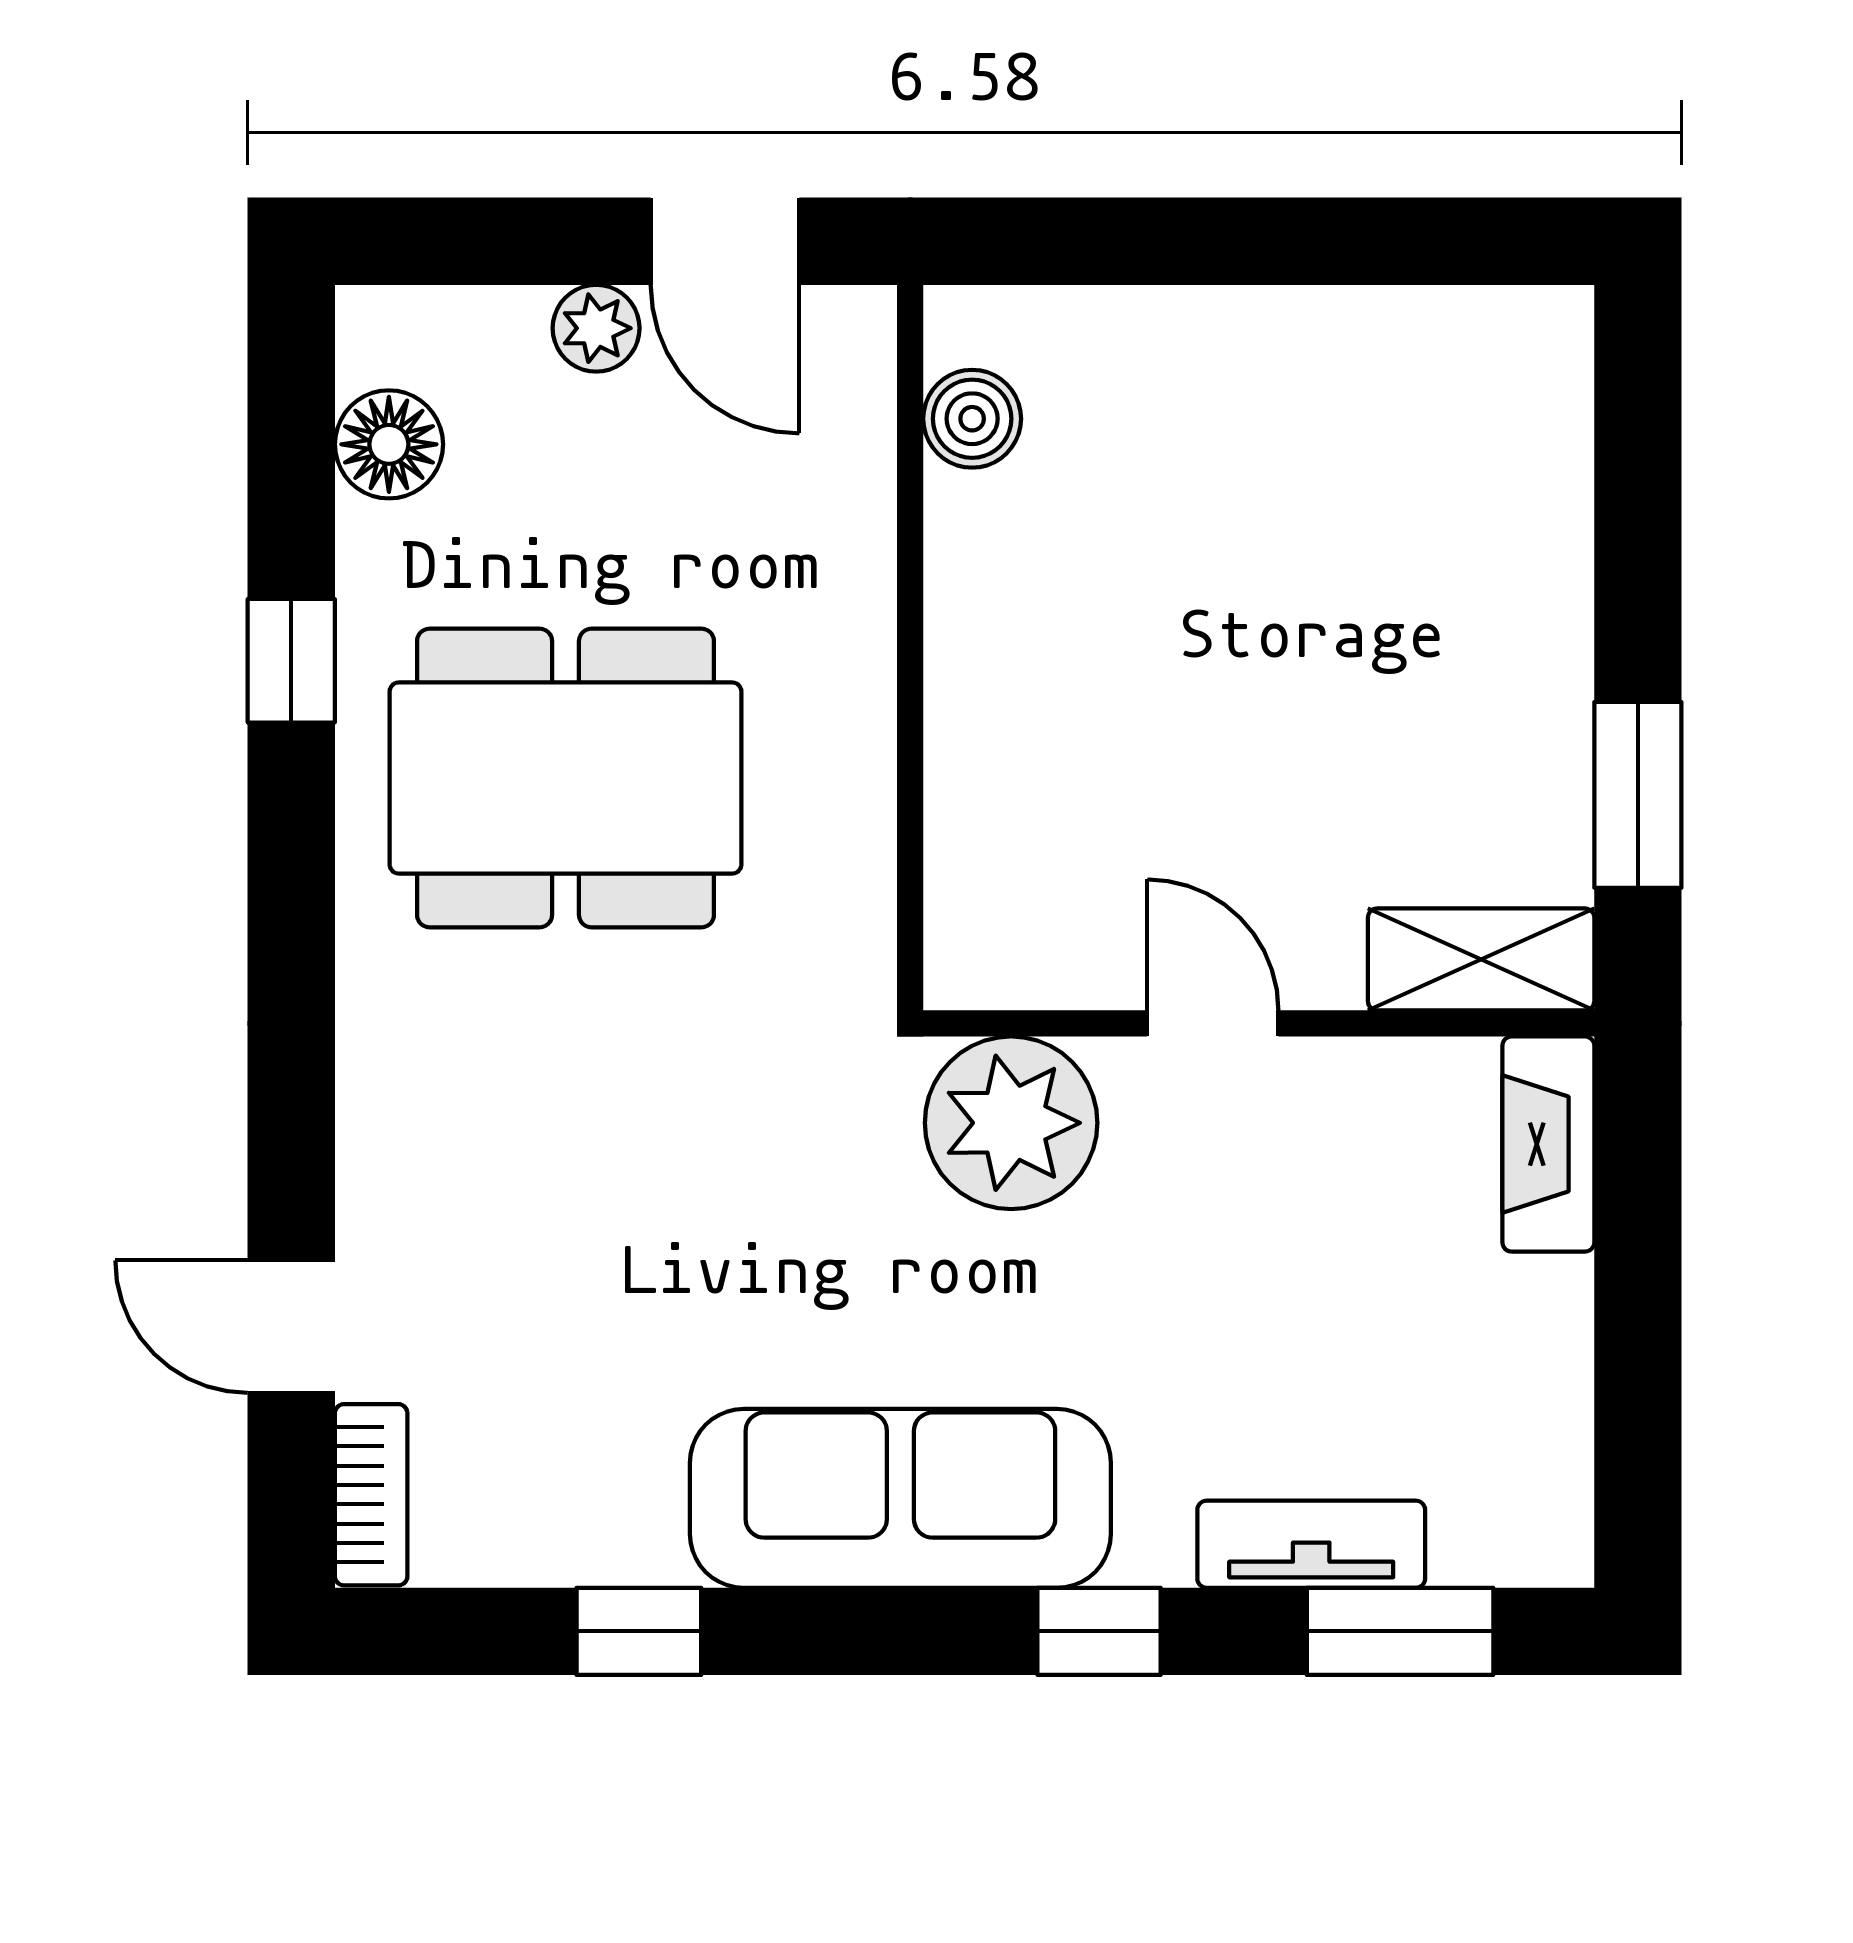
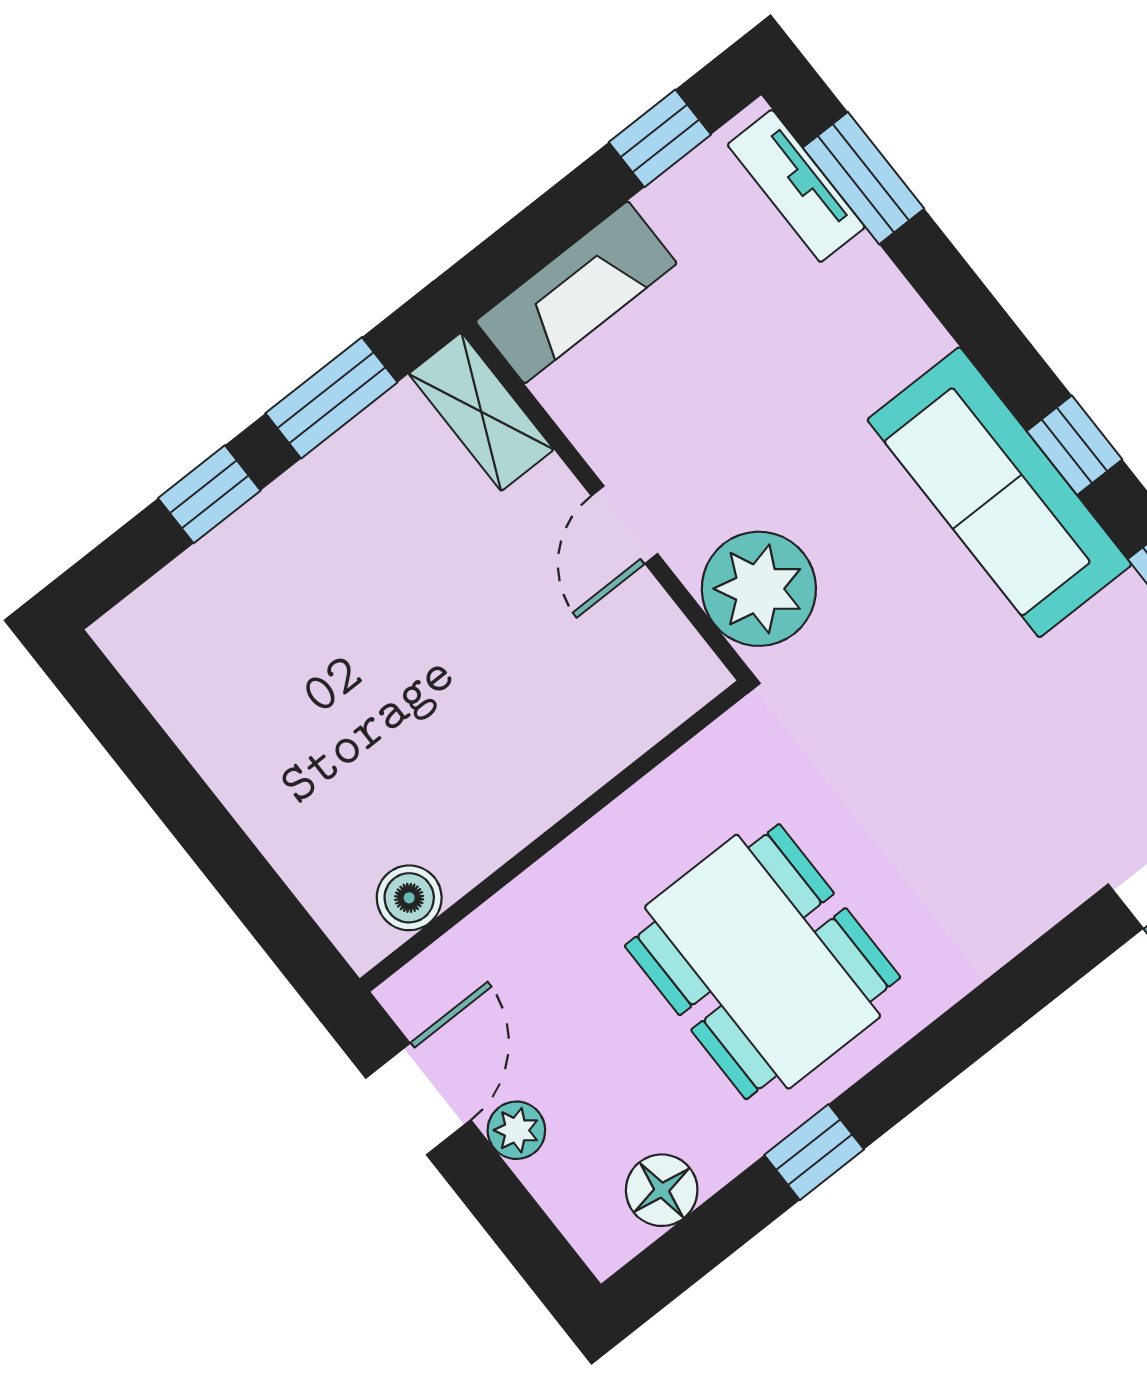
window: (1638, 560) -> (209, 494), added
fireplace: (1548, 1144) -> (576, 292), width x1.37, depth x1.32
window: (1638, 1427) -> (660, 138), added
tv unit: (1311, 1544) -> (796, 186), moved
window: (1099, 1631) -> (1074, 445), moved

